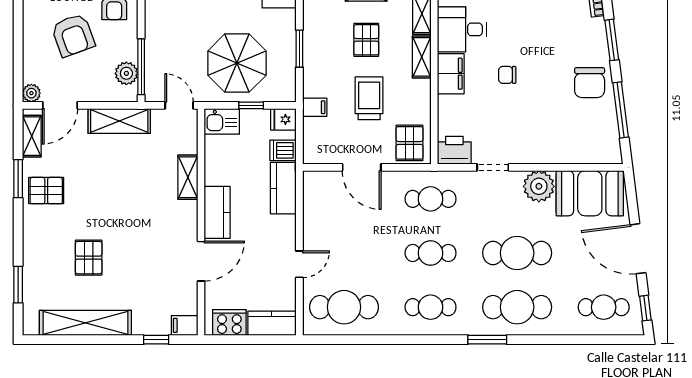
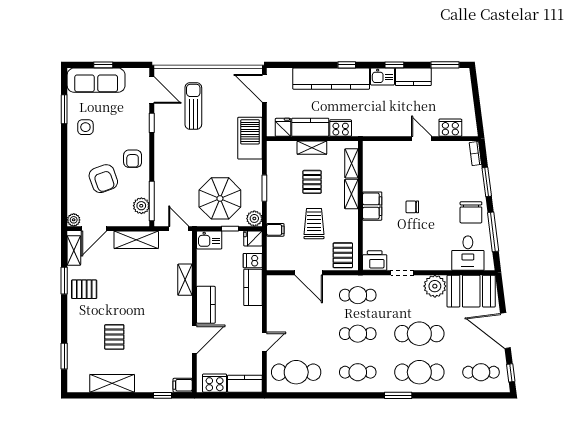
desk: (462, 29) -> (468, 253), moved, turned -90
plant: (285, 91) -> (254, 218), added
shelving: (85, 323) -> (112, 383), width x0.68

